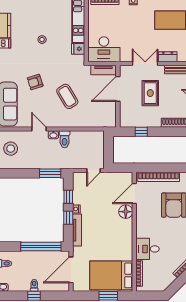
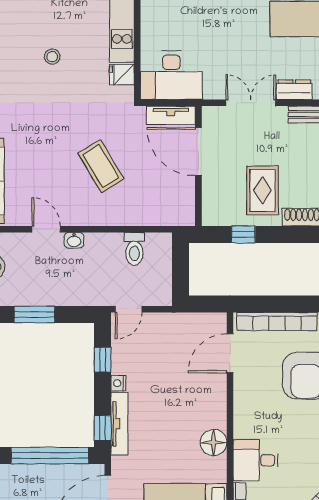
armchair: (35, 82) -> (39, 138), removed
door: (118, 89) -> (198, 152), hinge flipped
rug: (150, 93) -> (263, 190), moved
toilet: (65, 139) -> (134, 249), moved
door: (94, 171) -> (129, 309), moved
window: (50, 173) -> (34, 314), moved
floor lamp: (126, 212) -> (214, 443), moved
window: (68, 218) -> (103, 428), moved

